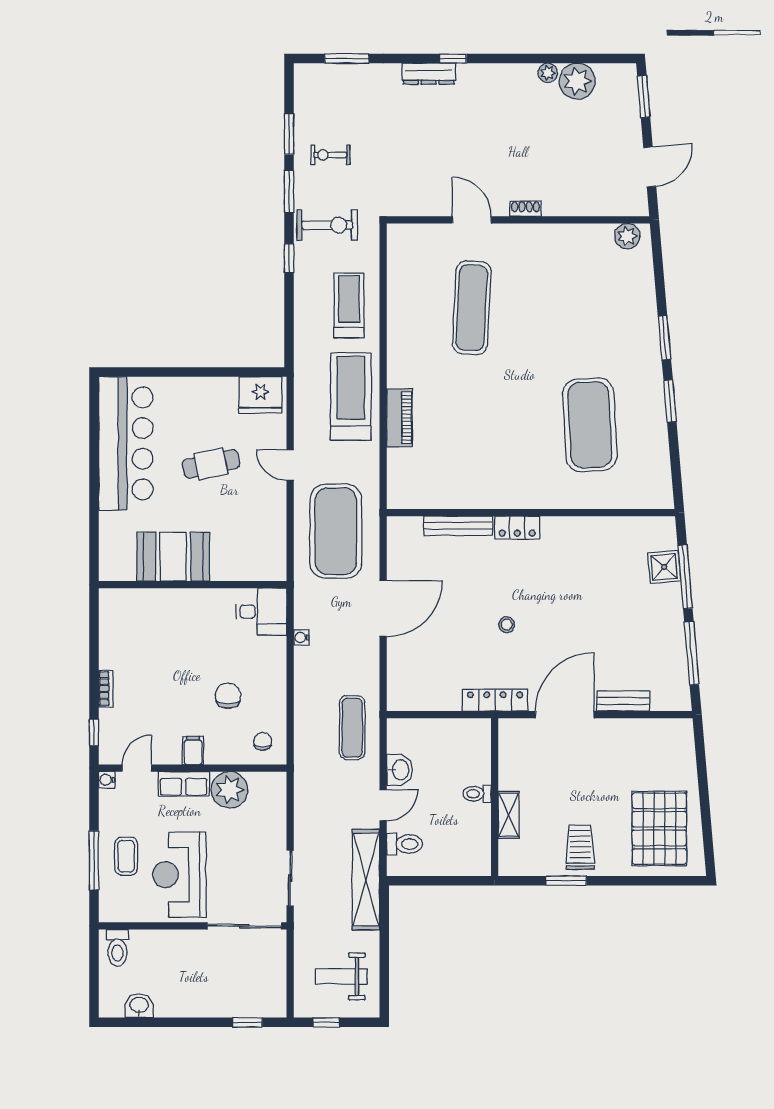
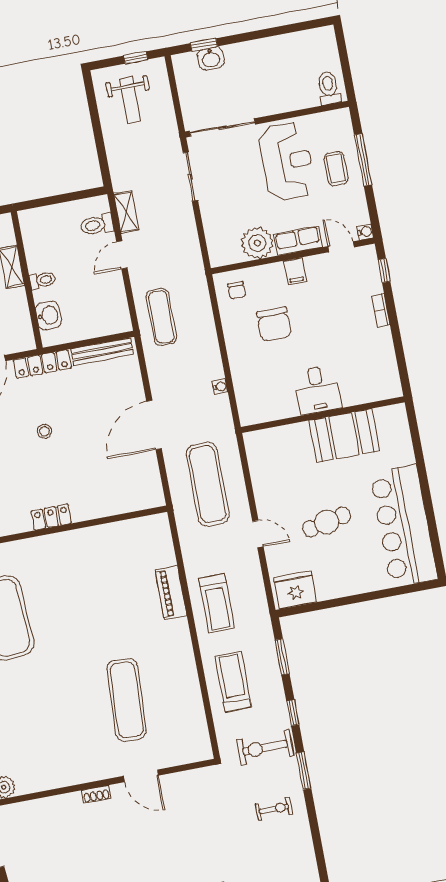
window: (289, 134) -> (282, 657), moved
treadmill: (349, 305) -> (233, 682), turned 180
treadmill: (351, 397) -> (217, 603), width x0.73, depth x0.73
bench: (458, 526) -> (102, 352), moved
exercise mat: (336, 531) -> (208, 484), width x0.68
desk: (261, 612) -> (317, 390), moved, turned -90
chair: (228, 696) -> (274, 324), width x1.37, depth x1.37
door: (137, 768) -> (341, 247), swing flipped
washbasin: (400, 770) -> (48, 315), moved, turned 180
shelving: (366, 880) -> (126, 212), width x0.45, depth x0.75
weight bench: (341, 976) -> (130, 100), turned 90
washbasin: (139, 1006) -> (211, 58), moved

